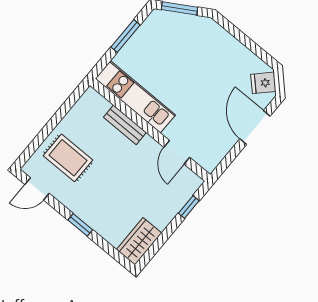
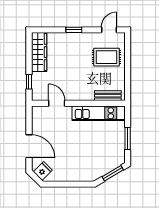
bench: (125, 125) -> (108, 96), moved
wardrobe: (139, 241) -> (39, 52), width x1.50

